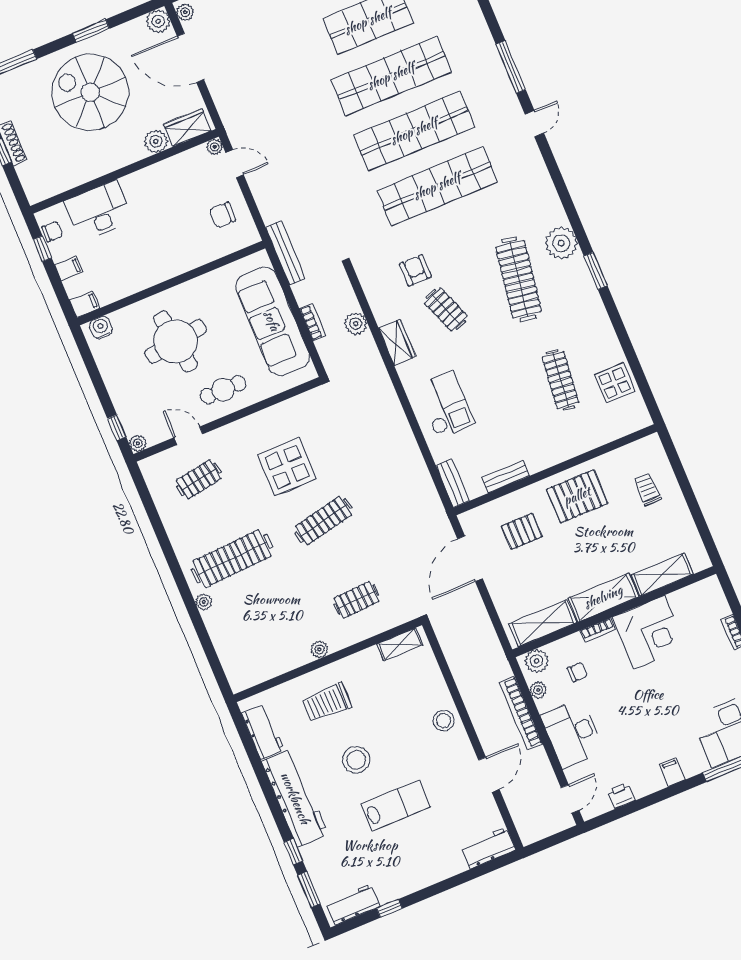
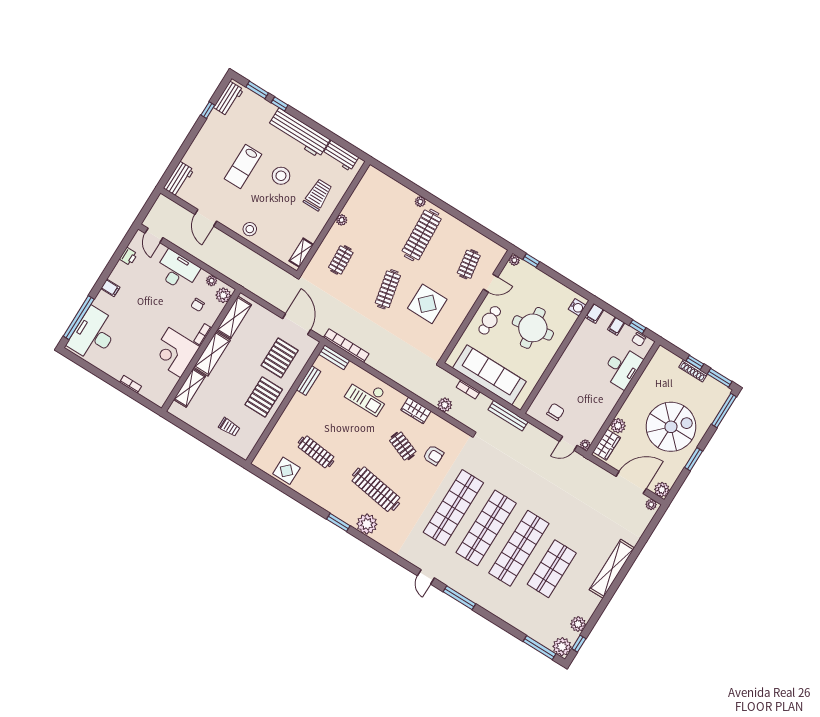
clothes rail: (446, 309) -> (403, 446), turned 42
pallet: (522, 531) -> (280, 358), width x1.50, depth x1.42
bookcase: (521, 713) -> (346, 346), moved

